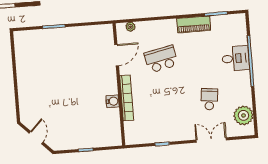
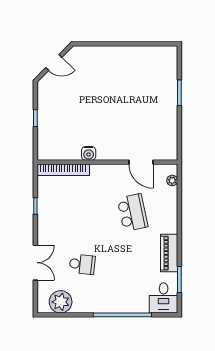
desk: (236, 58) -> (164, 298), moved
bookcase: (127, 98) -> (63, 170), moved

